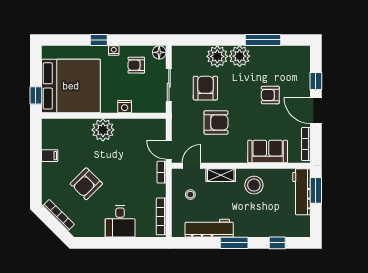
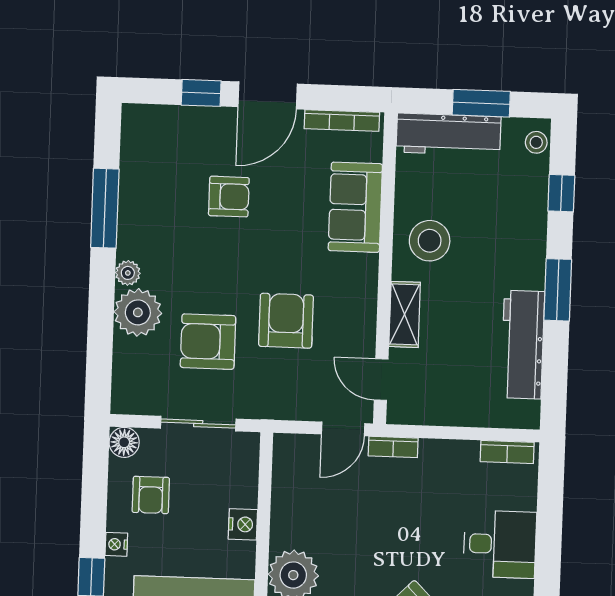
plant: (240, 56) -> (128, 273), width x0.53, depth x0.53
armchair: (270, 95) -> (229, 197), turned -90
window: (316, 190) -> (481, 103), moved
stool: (190, 195) -> (536, 142), moved
bookcase: (161, 216) -> (507, 452), width x0.64

